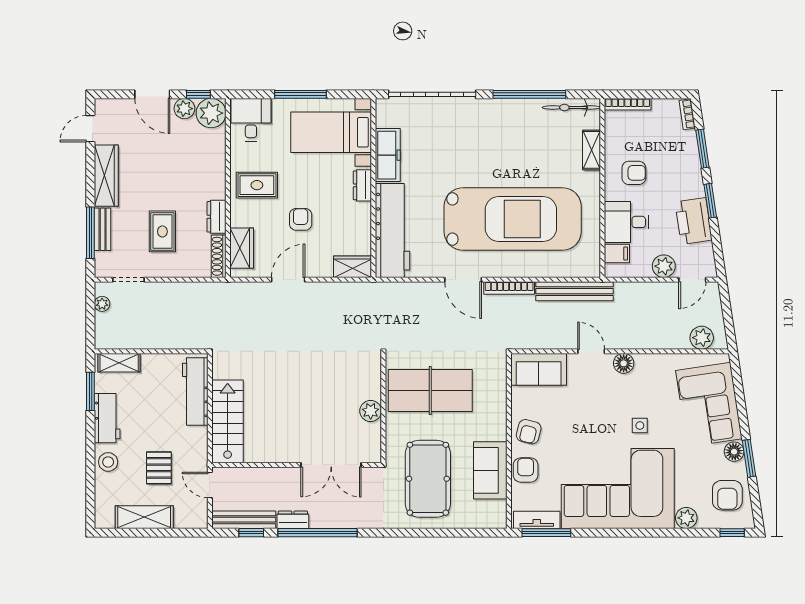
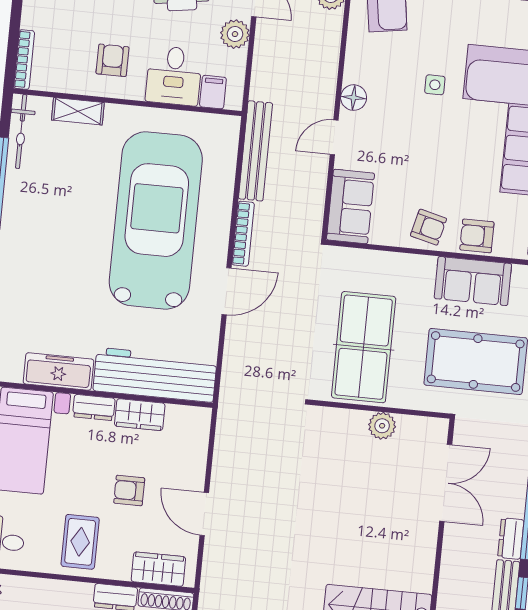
wardrobe: (353, 267) -> (140, 415), moved, turned -90

